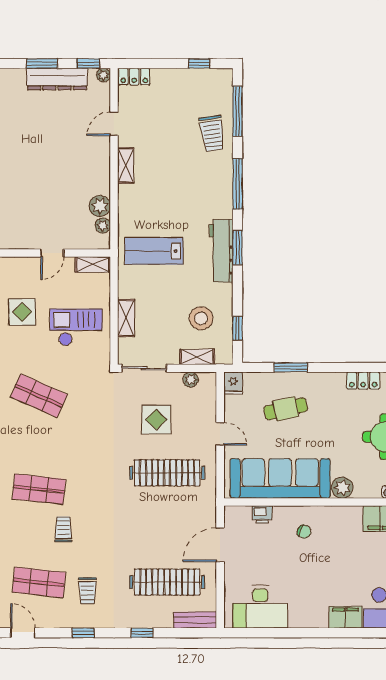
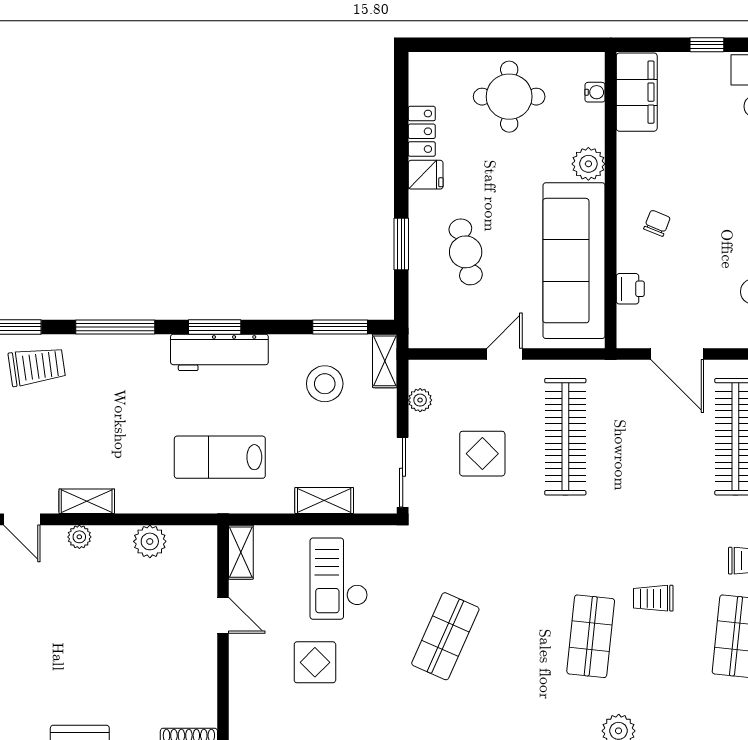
plant: (103, 226) -> (79, 537), moved
lab bench: (154, 251) -> (220, 457), turned 90
window: (238, 328) -> (340, 327), width x1.50
shelving: (197, 357) -> (385, 361), moved
fridge: (233, 383) -> (426, 175), moved

